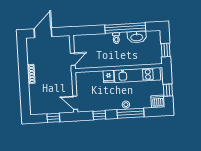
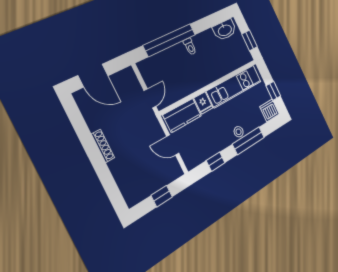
window: (125, 28) -> (170, 40), moved
door: (43, 33) -> (93, 76), swing flipped
washbasin: (137, 37) -> (225, 30), moved
kitchen counter: (90, 78) -> (182, 115), added
door: (75, 103) -> (173, 145), moved

